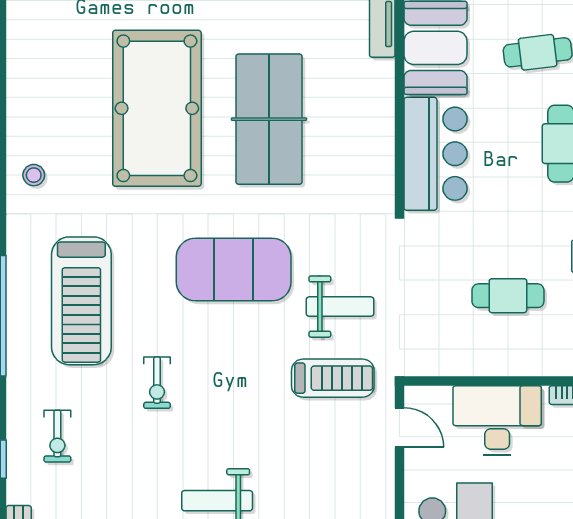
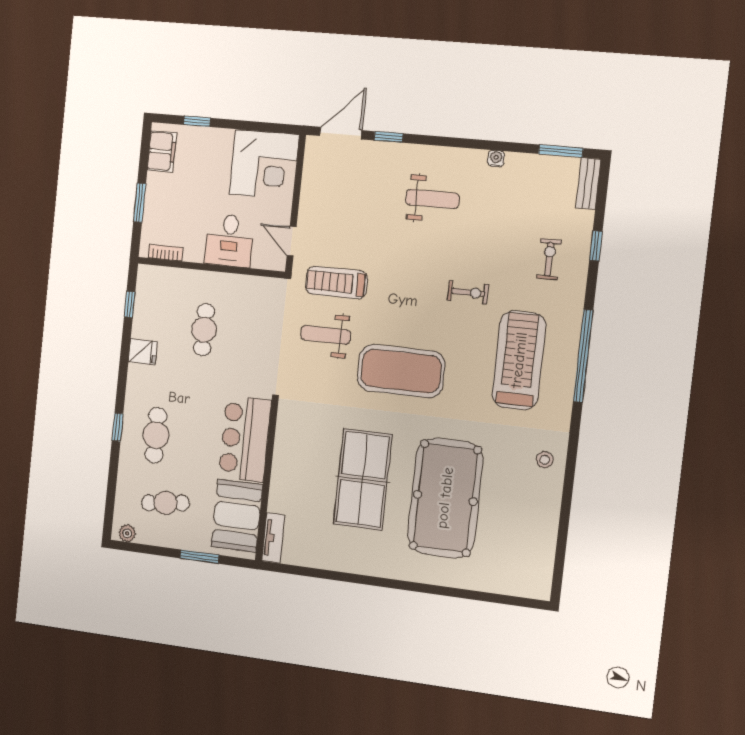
cafe table: (508, 296) -> (204, 330), turned 90
exercise bike: (157, 383) -> (468, 292), turned 90
desk: (497, 420) -> (229, 240), width x0.73

